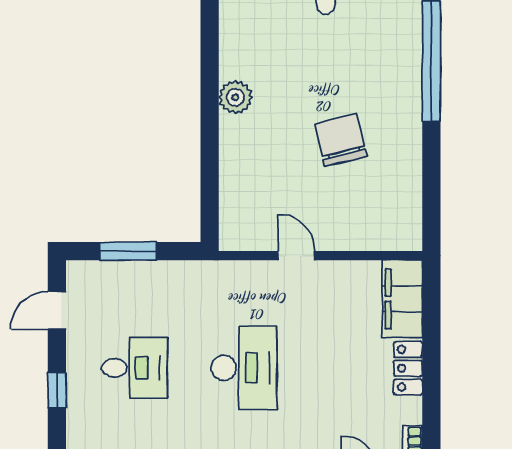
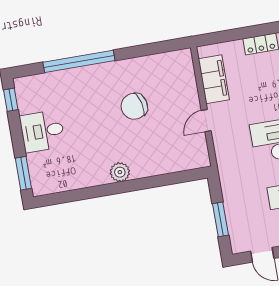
filing cabinet: (402, 299) -> (214, 79), moved, turned -90

